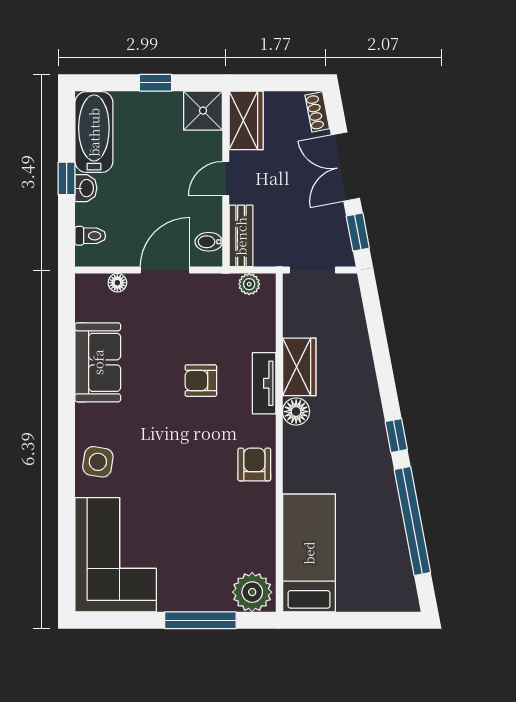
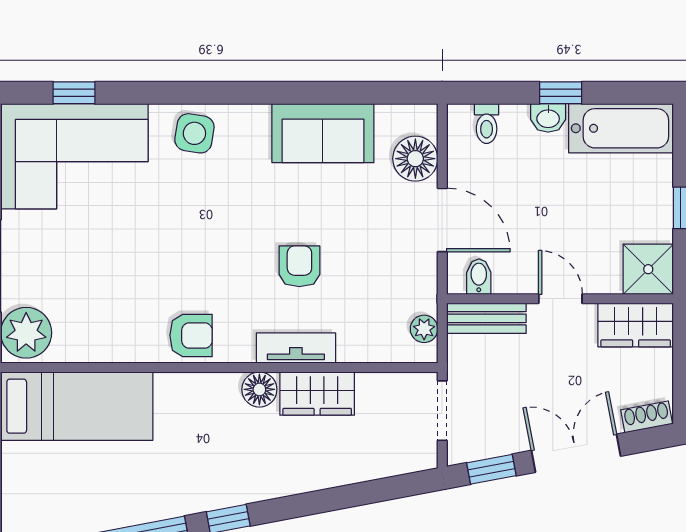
floor lamp: (117, 283) -> (415, 159), width x1.89, depth x1.89
window: (67, 555) -> (74, 93), added

